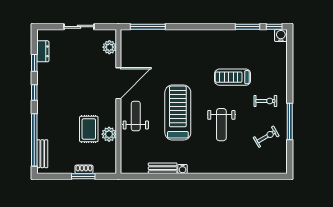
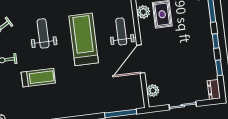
dresser: (43, 51) -> (214, 89), moved
treadmill: (178, 113) -> (84, 39), turned 180
weight bench: (136, 116) -> (121, 31), turned 180

